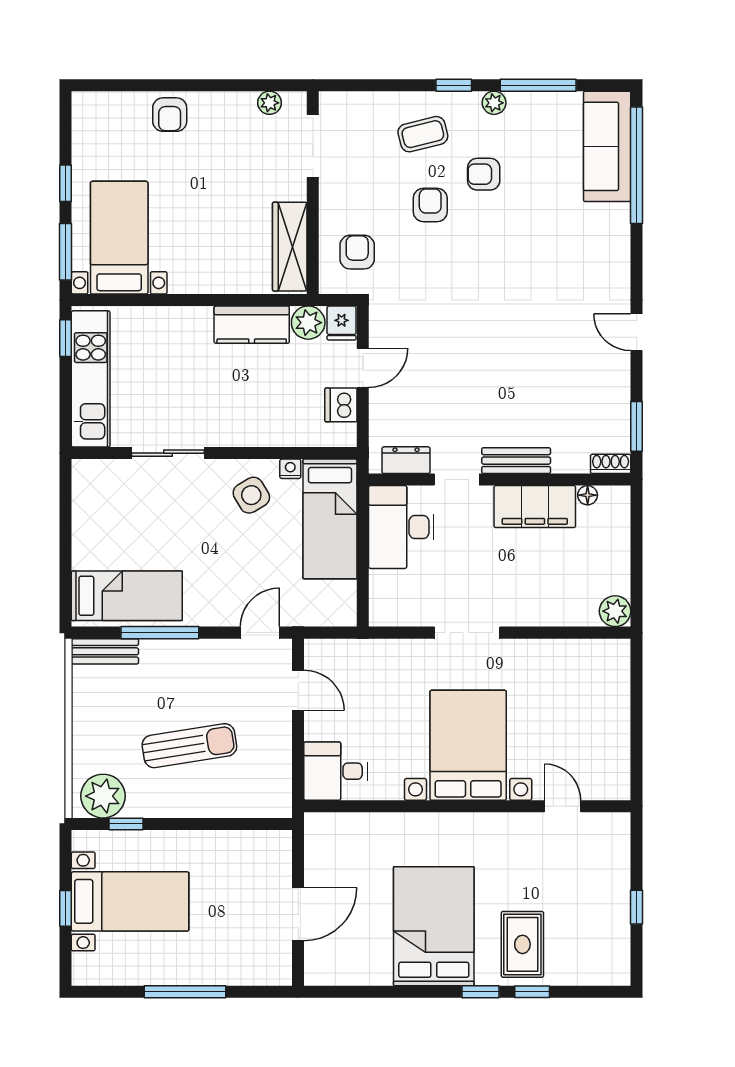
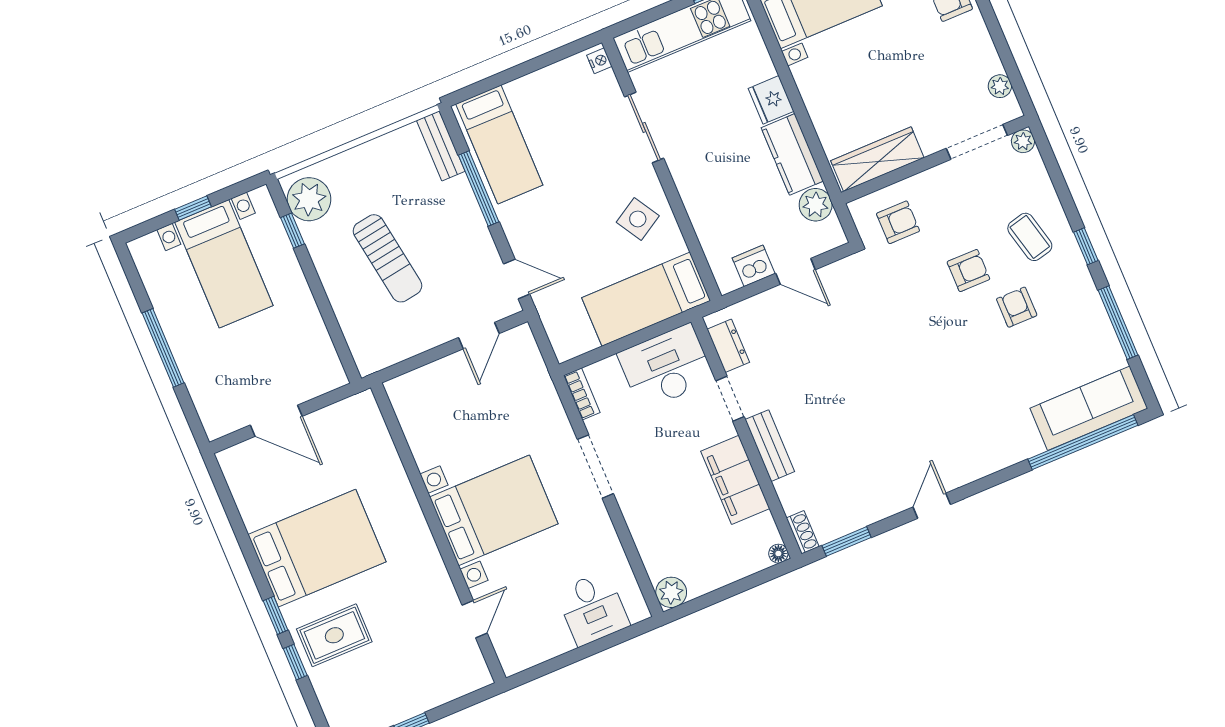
plant: (494, 103) -> (1023, 141), moved
fridge: (342, 323) -> (771, 100), moved, width x1.38
nightstand: (290, 469) -> (599, 61), moved
floor lamp: (588, 495) -> (778, 554), moved
bookcase: (393, 617) -> (582, 394), added
desk: (336, 771) -> (593, 608), moved, turned 180

